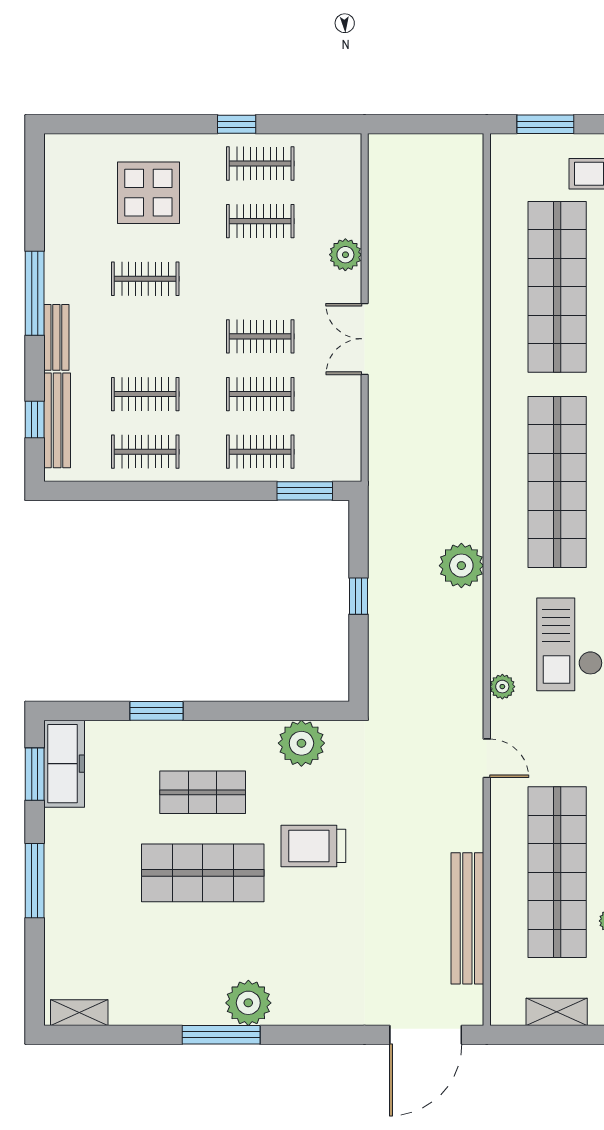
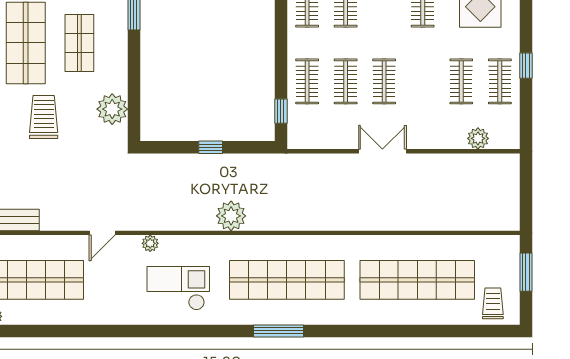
plant: (345, 255) -> (478, 138), moved
window: (305, 491) -> (281, 111), width x0.67

